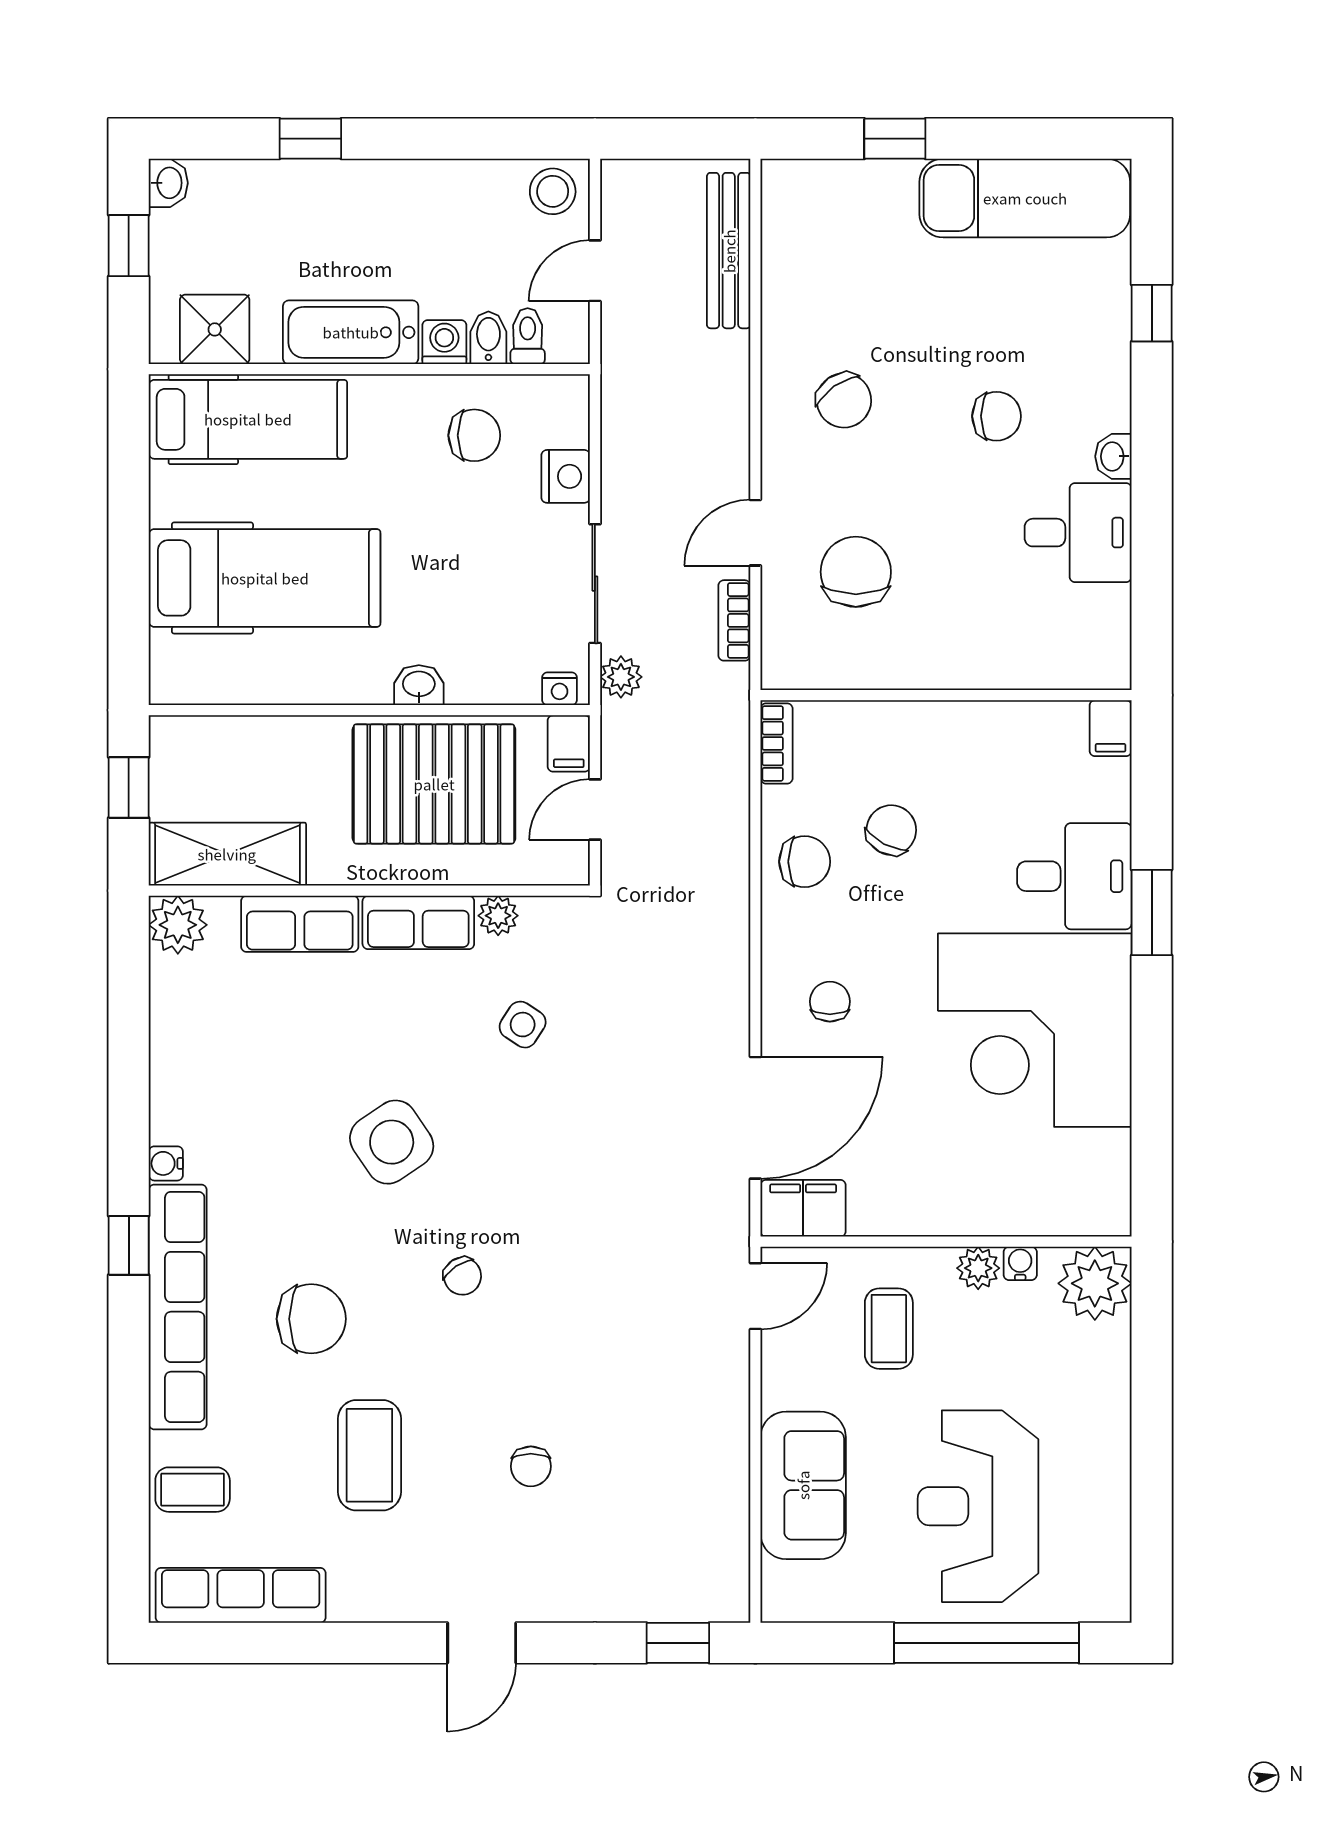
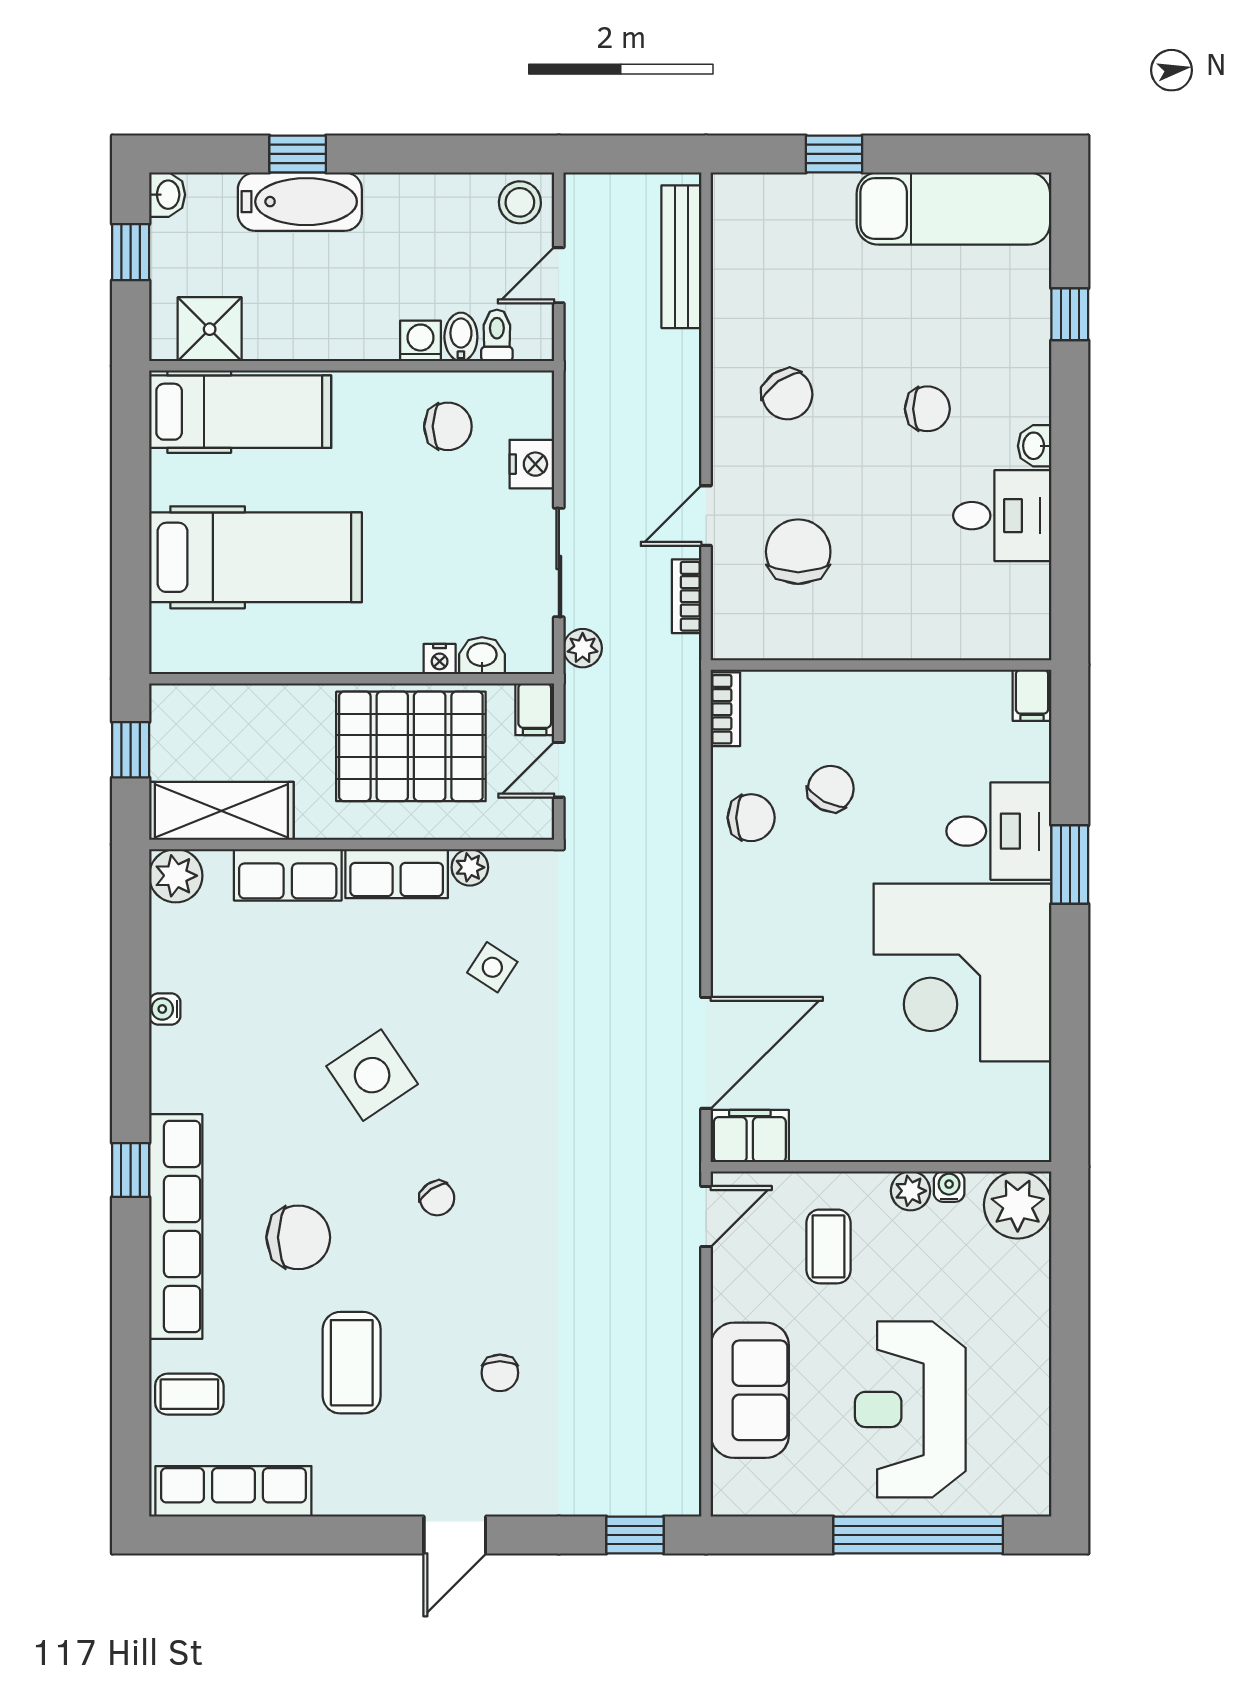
bathtub: (351, 332) -> (300, 202), moved, turned 180
washbasin: (419, 685) -> (482, 656), moved
nightstand: (560, 689) -> (440, 659), moved
chair: (830, 1002) -> (774, 946), removed
water cooler: (166, 1163) -> (165, 1009), moved

